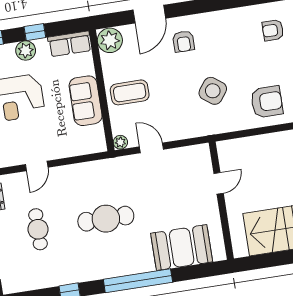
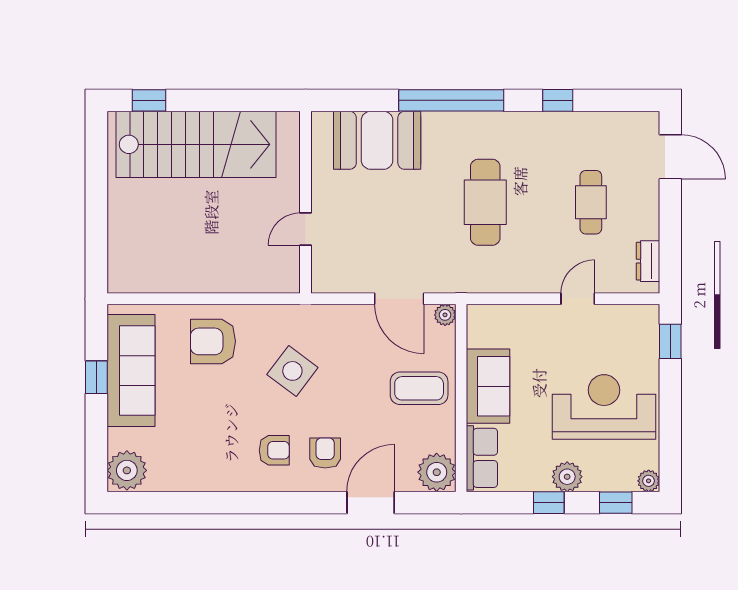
armchair: (273, 30) -> (274, 450), moved
row of seats: (70, 44) -> (482, 458), moved, turned 90
door: (151, 148) -> (399, 299), width x1.38
cafe table: (106, 219) -> (485, 202), turned 90

